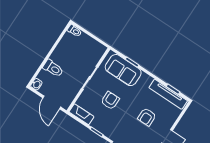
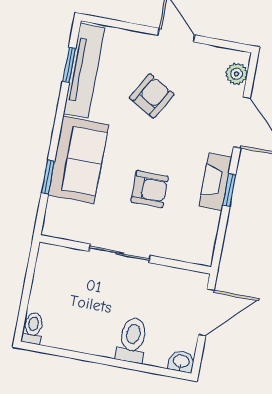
sofa: (123, 70) -> (78, 160), moved
armchair: (110, 100) -> (150, 189), turned 180
fireplace: (82, 114) -> (215, 182), moved
armchair: (147, 117) -> (152, 96), turned -60

